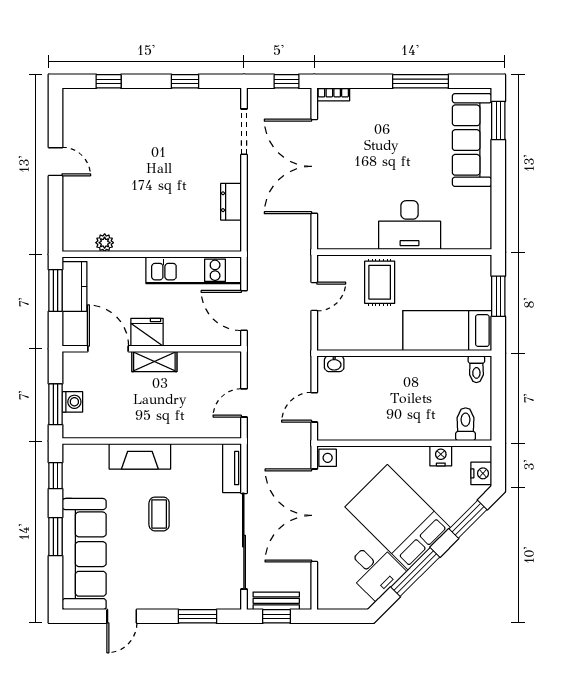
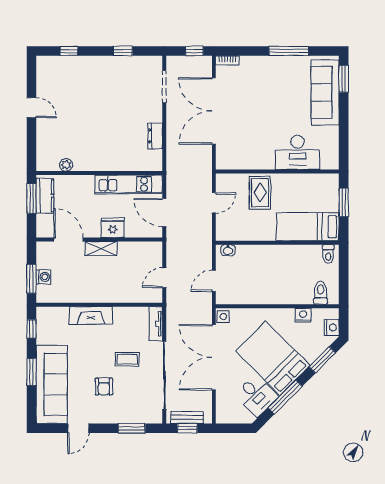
desk: (410, 225) -> (297, 152), moved
fridge: (147, 332) -> (113, 228), moved
coffee table: (159, 514) -> (127, 359), moved, turned 90
armchair: (158, 557) -> (104, 387), added

